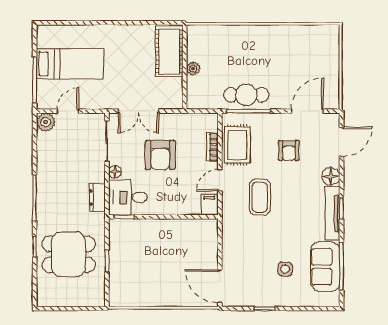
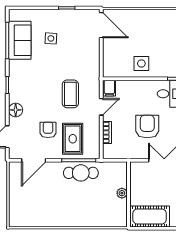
cot: (169, 51) -> (150, 216), moved, turned 90
rug: (237, 145) -> (73, 139), moved
tv unit: (332, 214) -> (14, 81), removed
side table: (168, 237) -> (141, 63), added

